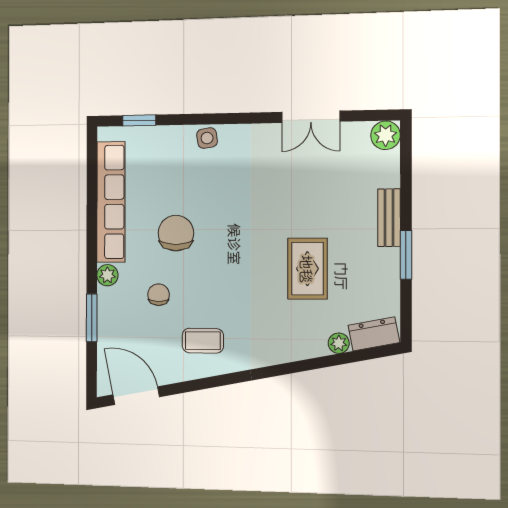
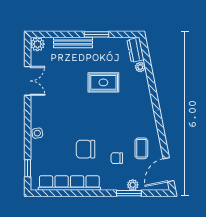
bench: (389, 218) -> (73, 42), width x1.36
plant: (107, 275) -> (133, 185), moved
coffee table: (203, 341) -> (141, 148), moved

